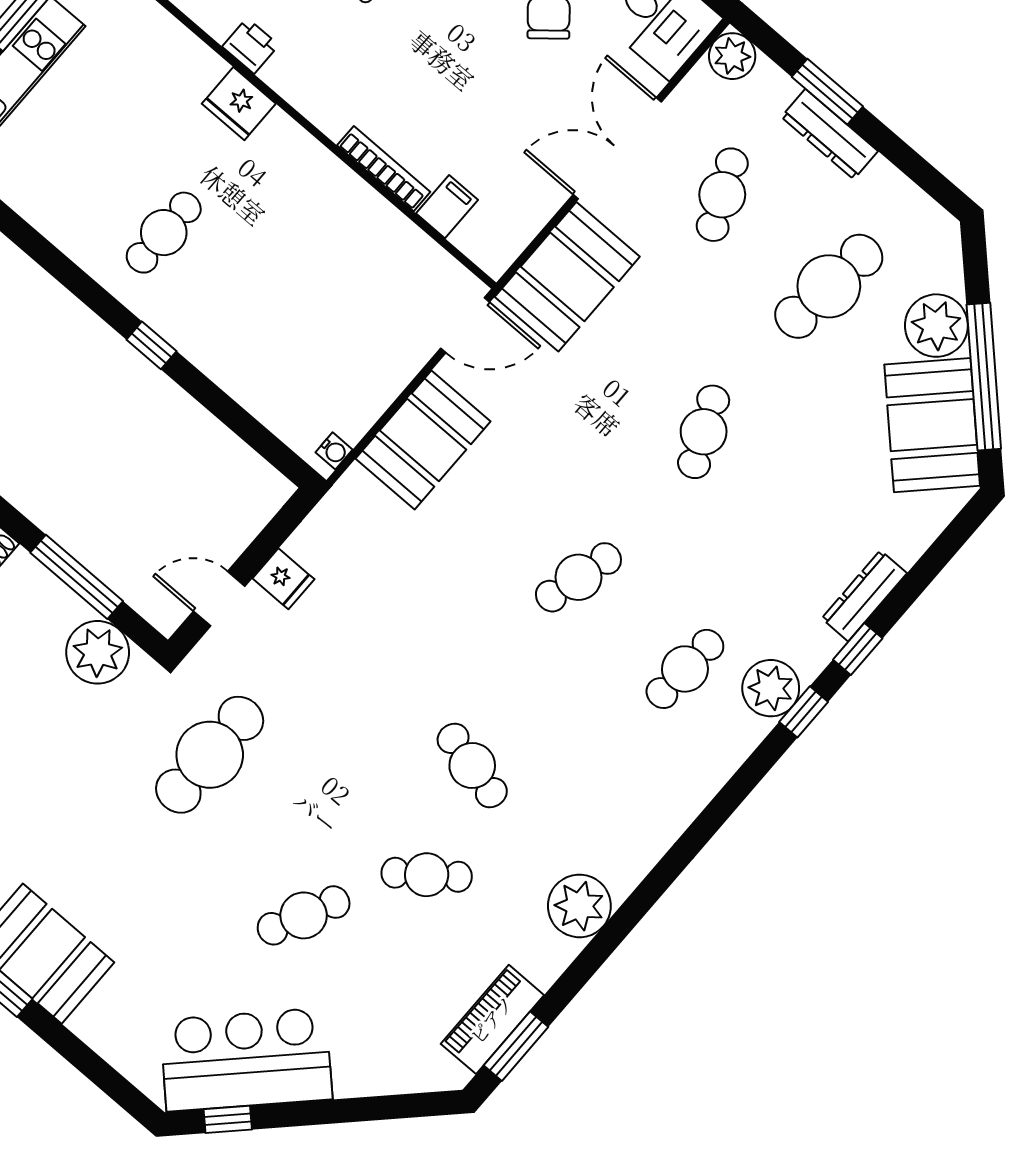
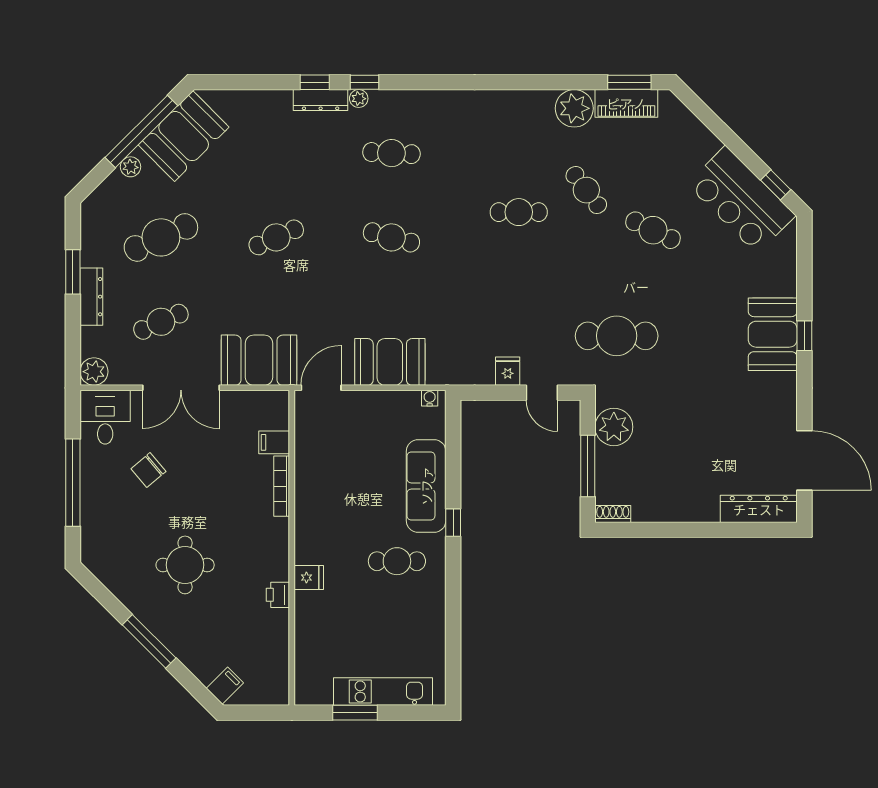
window: (827, 92) -> (73, 272), moved
fridge: (239, 104) -> (309, 578), width x0.72
cafe table: (829, 286) -> (161, 237), turned -30
door: (465, 325) -> (321, 388), hinge flipped
plant: (936, 326) -> (130, 167), width x0.53, depth x0.53
sofa: (227, 351) -> (426, 486), added
dresser: (864, 596) -> (321, 100), moved
plant: (771, 688) -> (359, 99), width x0.53, depth x0.53
cafe table: (472, 765) -> (519, 212), turned 76
plant: (579, 906) -> (574, 108), moved

